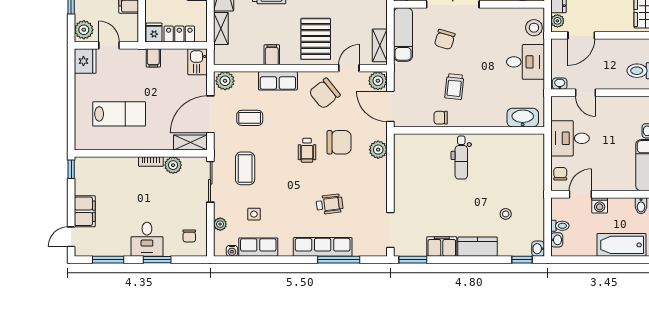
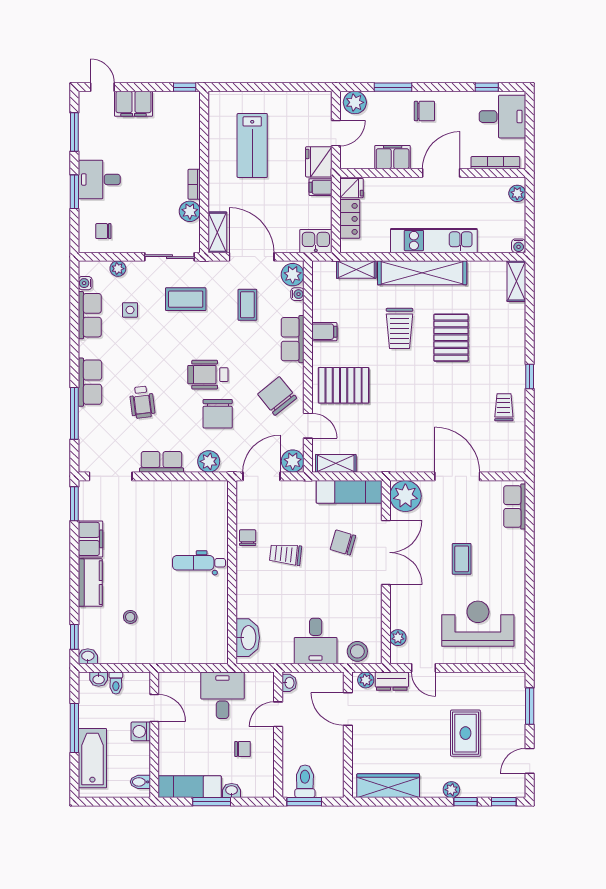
fridge: (85, 61) -> (319, 162), moved, turned 90
water cooler: (241, 77) -> (297, 294), added
wheelchair: (307, 150) -> (208, 375), width x1.36, depth x1.37
chair: (560, 174) -> (243, 749), moved
row of seats: (379, 188) -> (161, 462), added
row of seats: (323, 247) -> (90, 382), width x0.68
window: (597, 260) -> (74, 728), added

